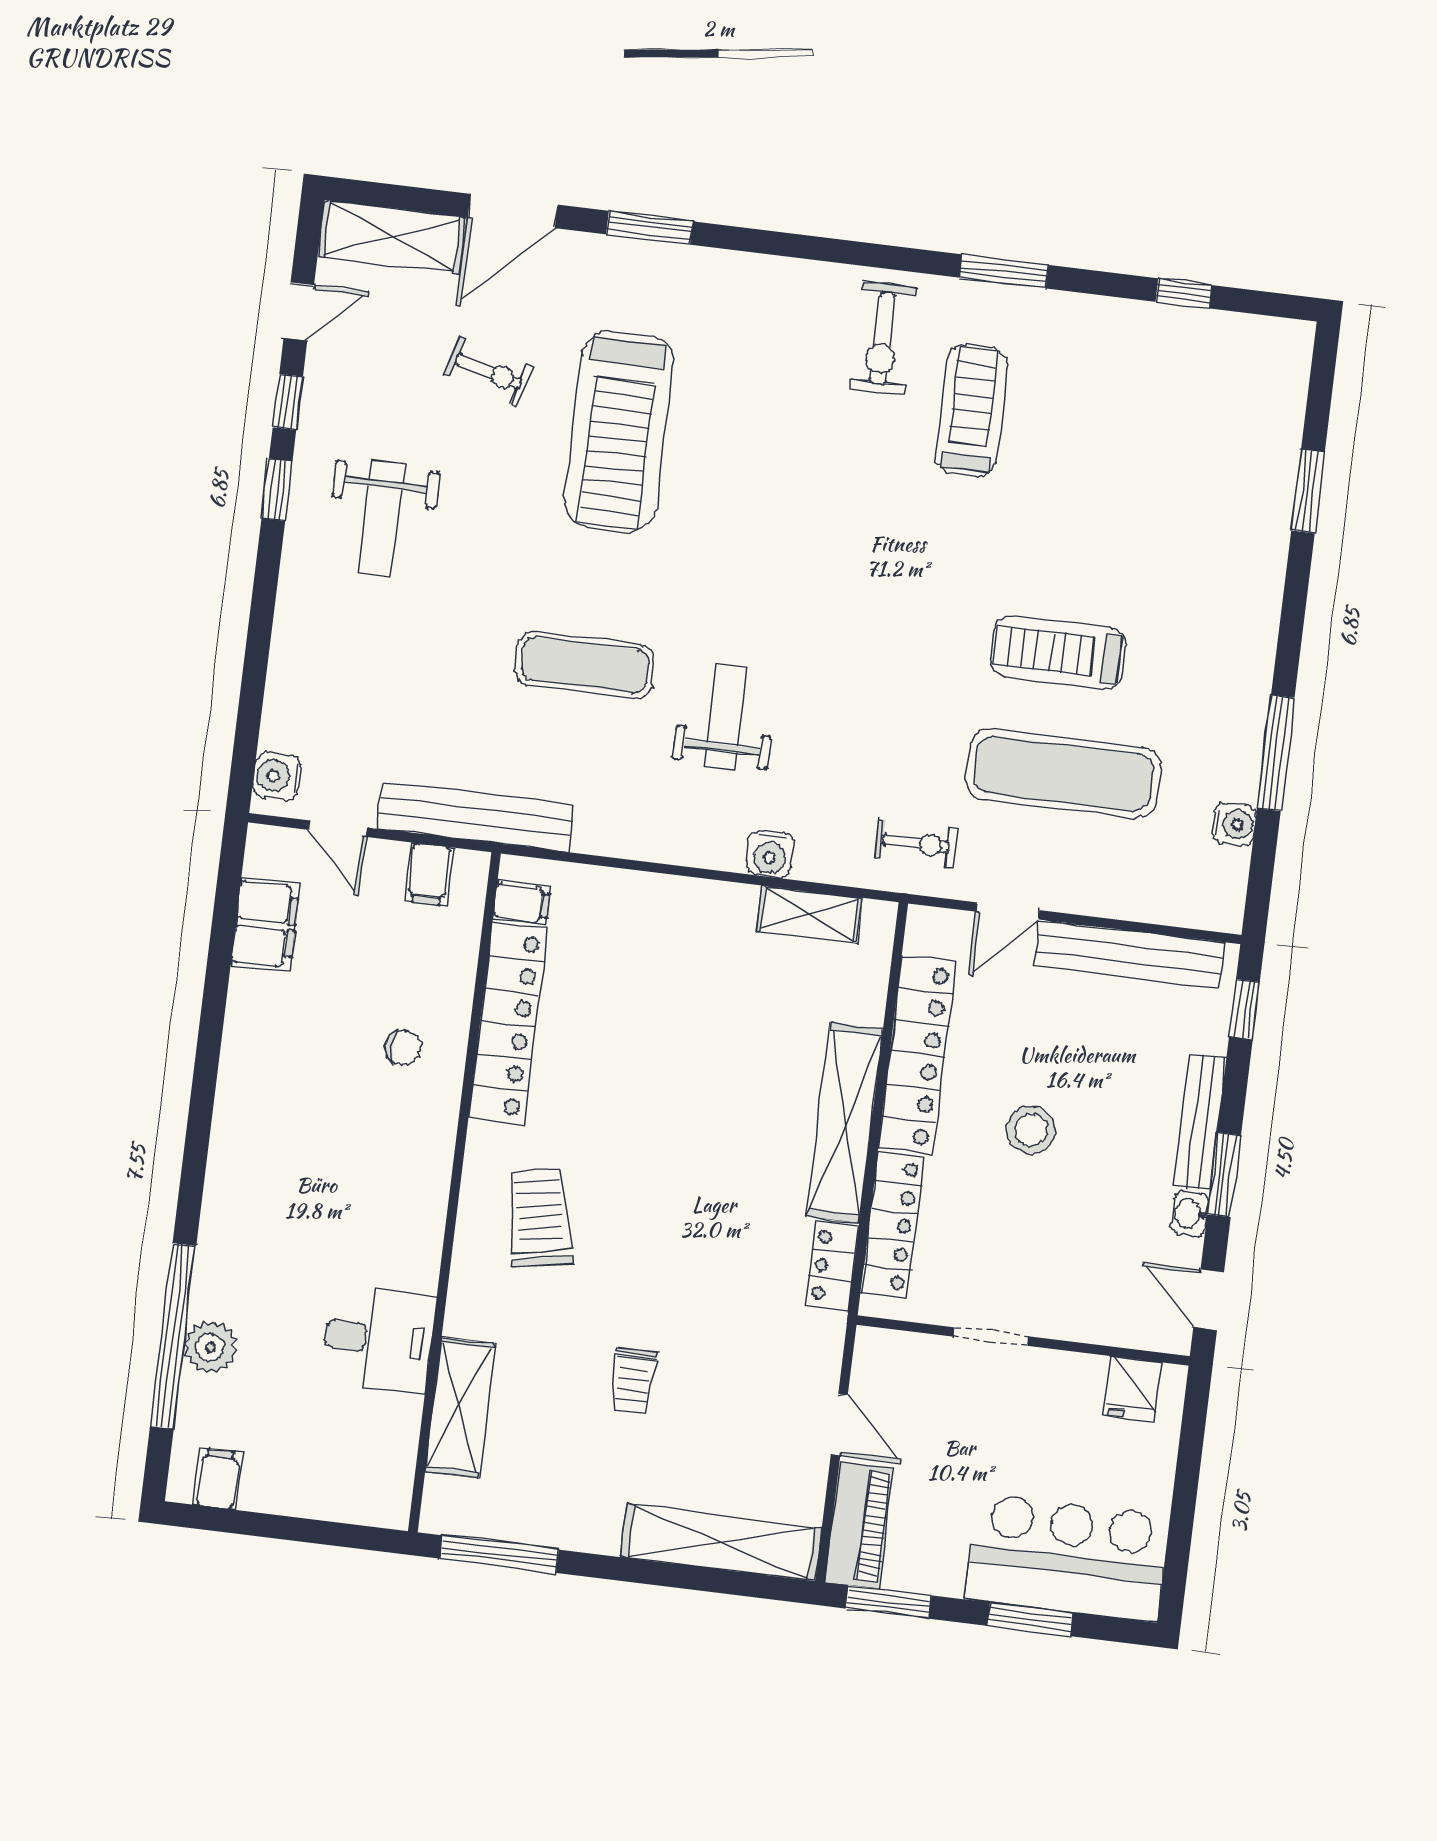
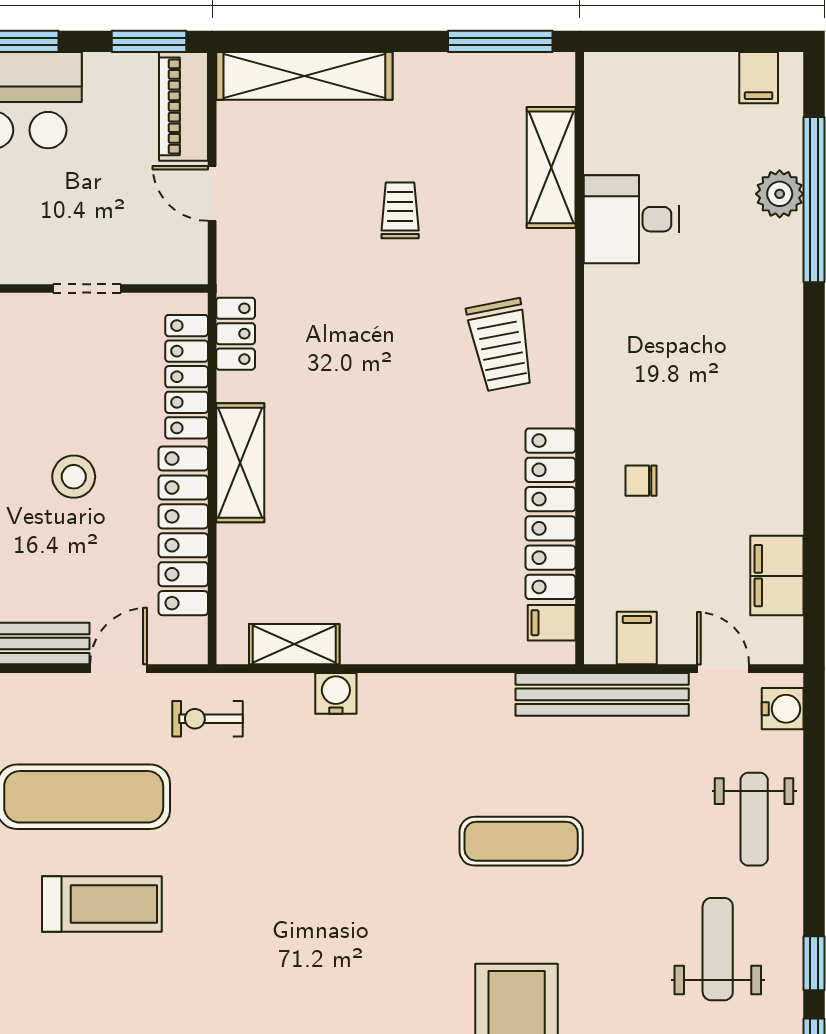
weight bench: (726, 717) -> (754, 819), moved
shelving: (845, 1123) -> (240, 463), width x0.68

